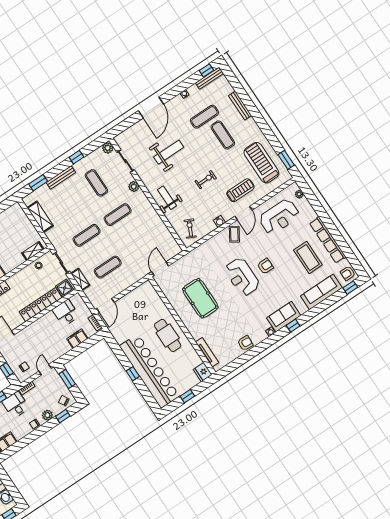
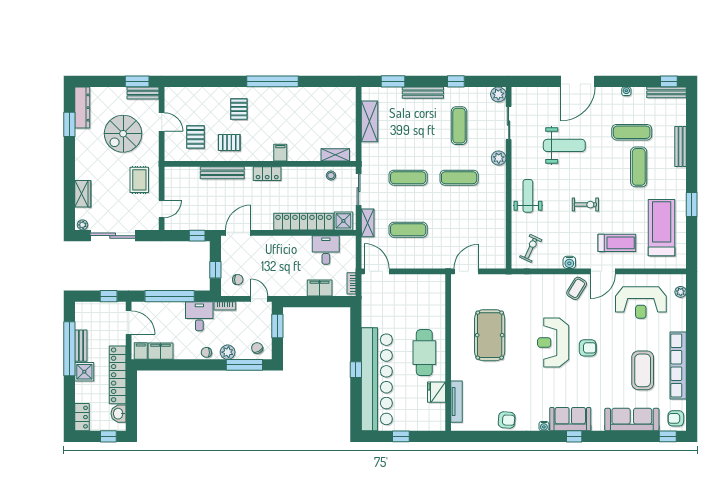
window: (286, 160) -> (692, 204), moved
door: (105, 305) -> (377, 271), swing flipped
door: (45, 370) -> (259, 299), hinge flipped
fridge: (203, 372) -> (436, 392), moved
window: (63, 416) -> (244, 365), width x2.17

